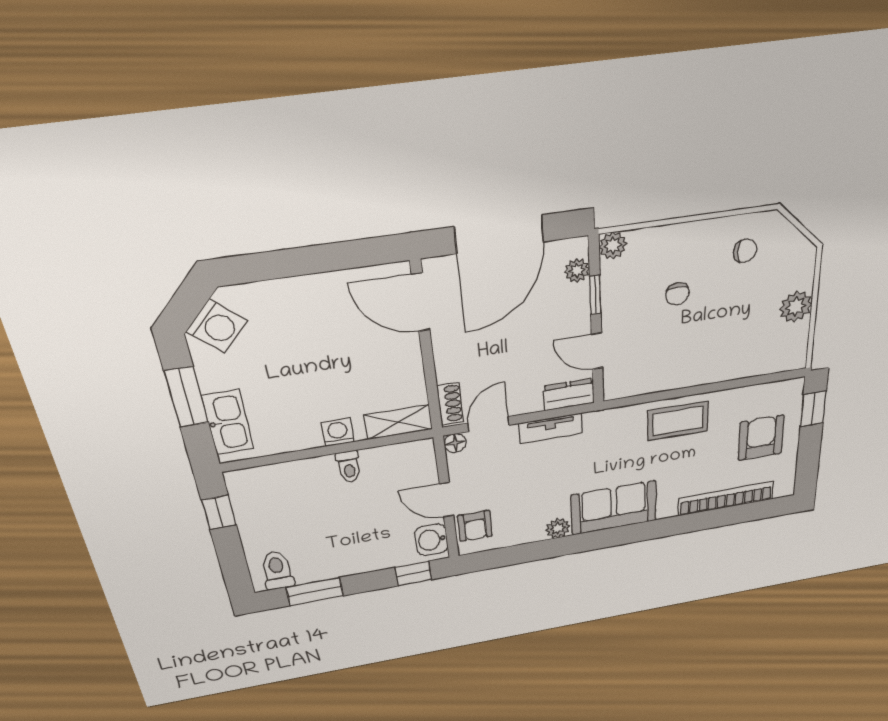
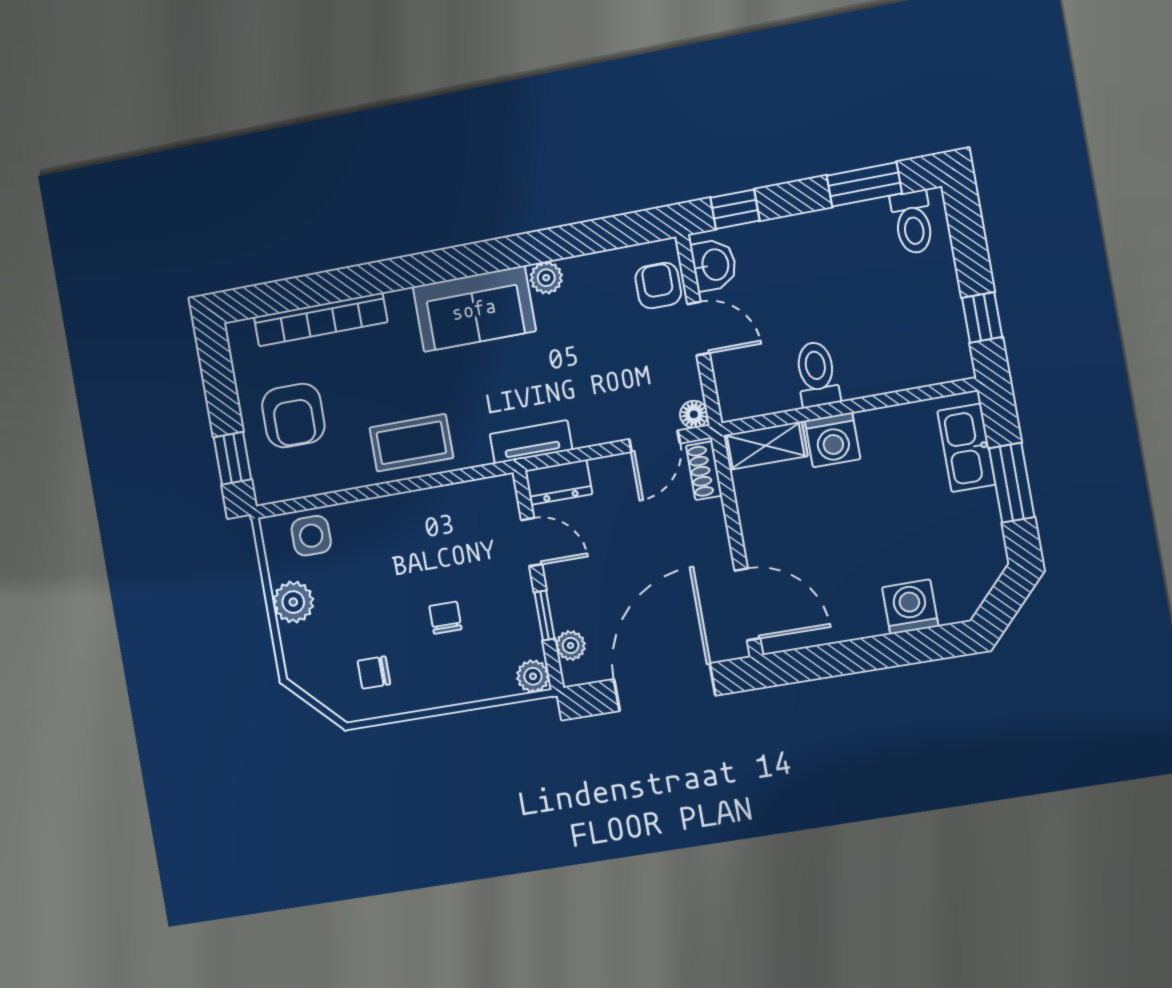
washing machine: (217, 326) -> (910, 607), moved, turned 47
side table: (769, 356) -> (311, 536), added
tv unit: (551, 428) -> (531, 442), moved
washing machine: (338, 432) -> (833, 440), width x1.38, depth x1.38
toilet: (349, 467) -> (817, 374), width x1.37, depth x1.39

